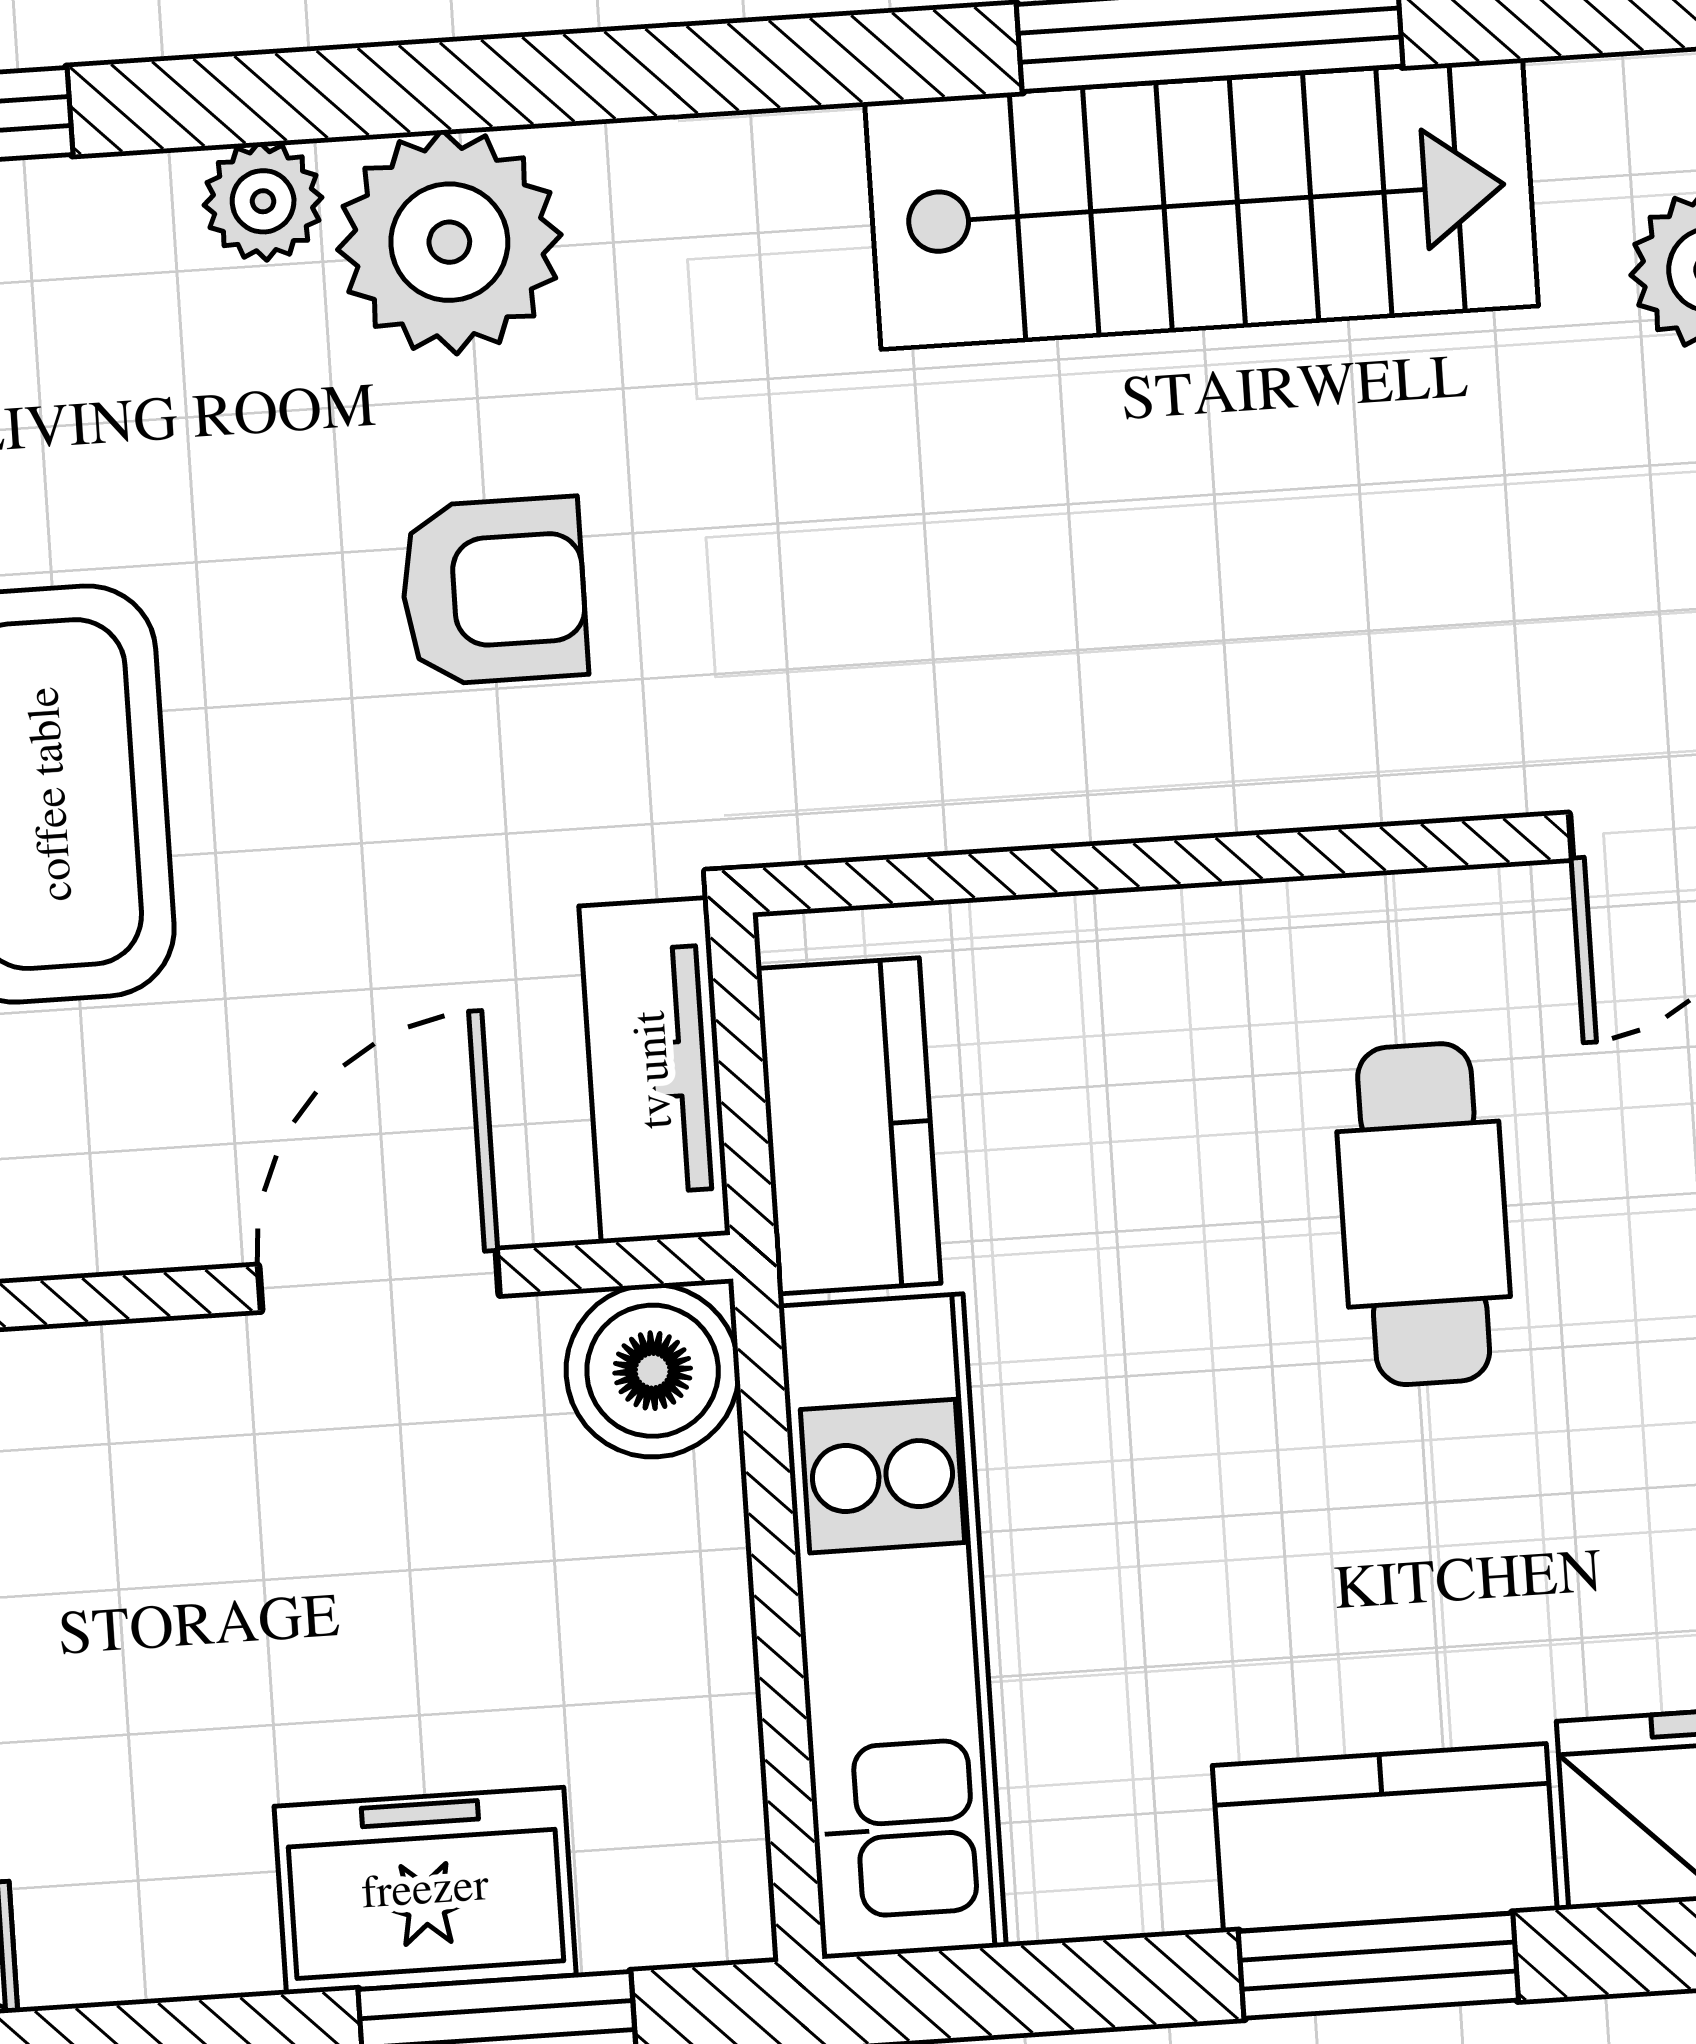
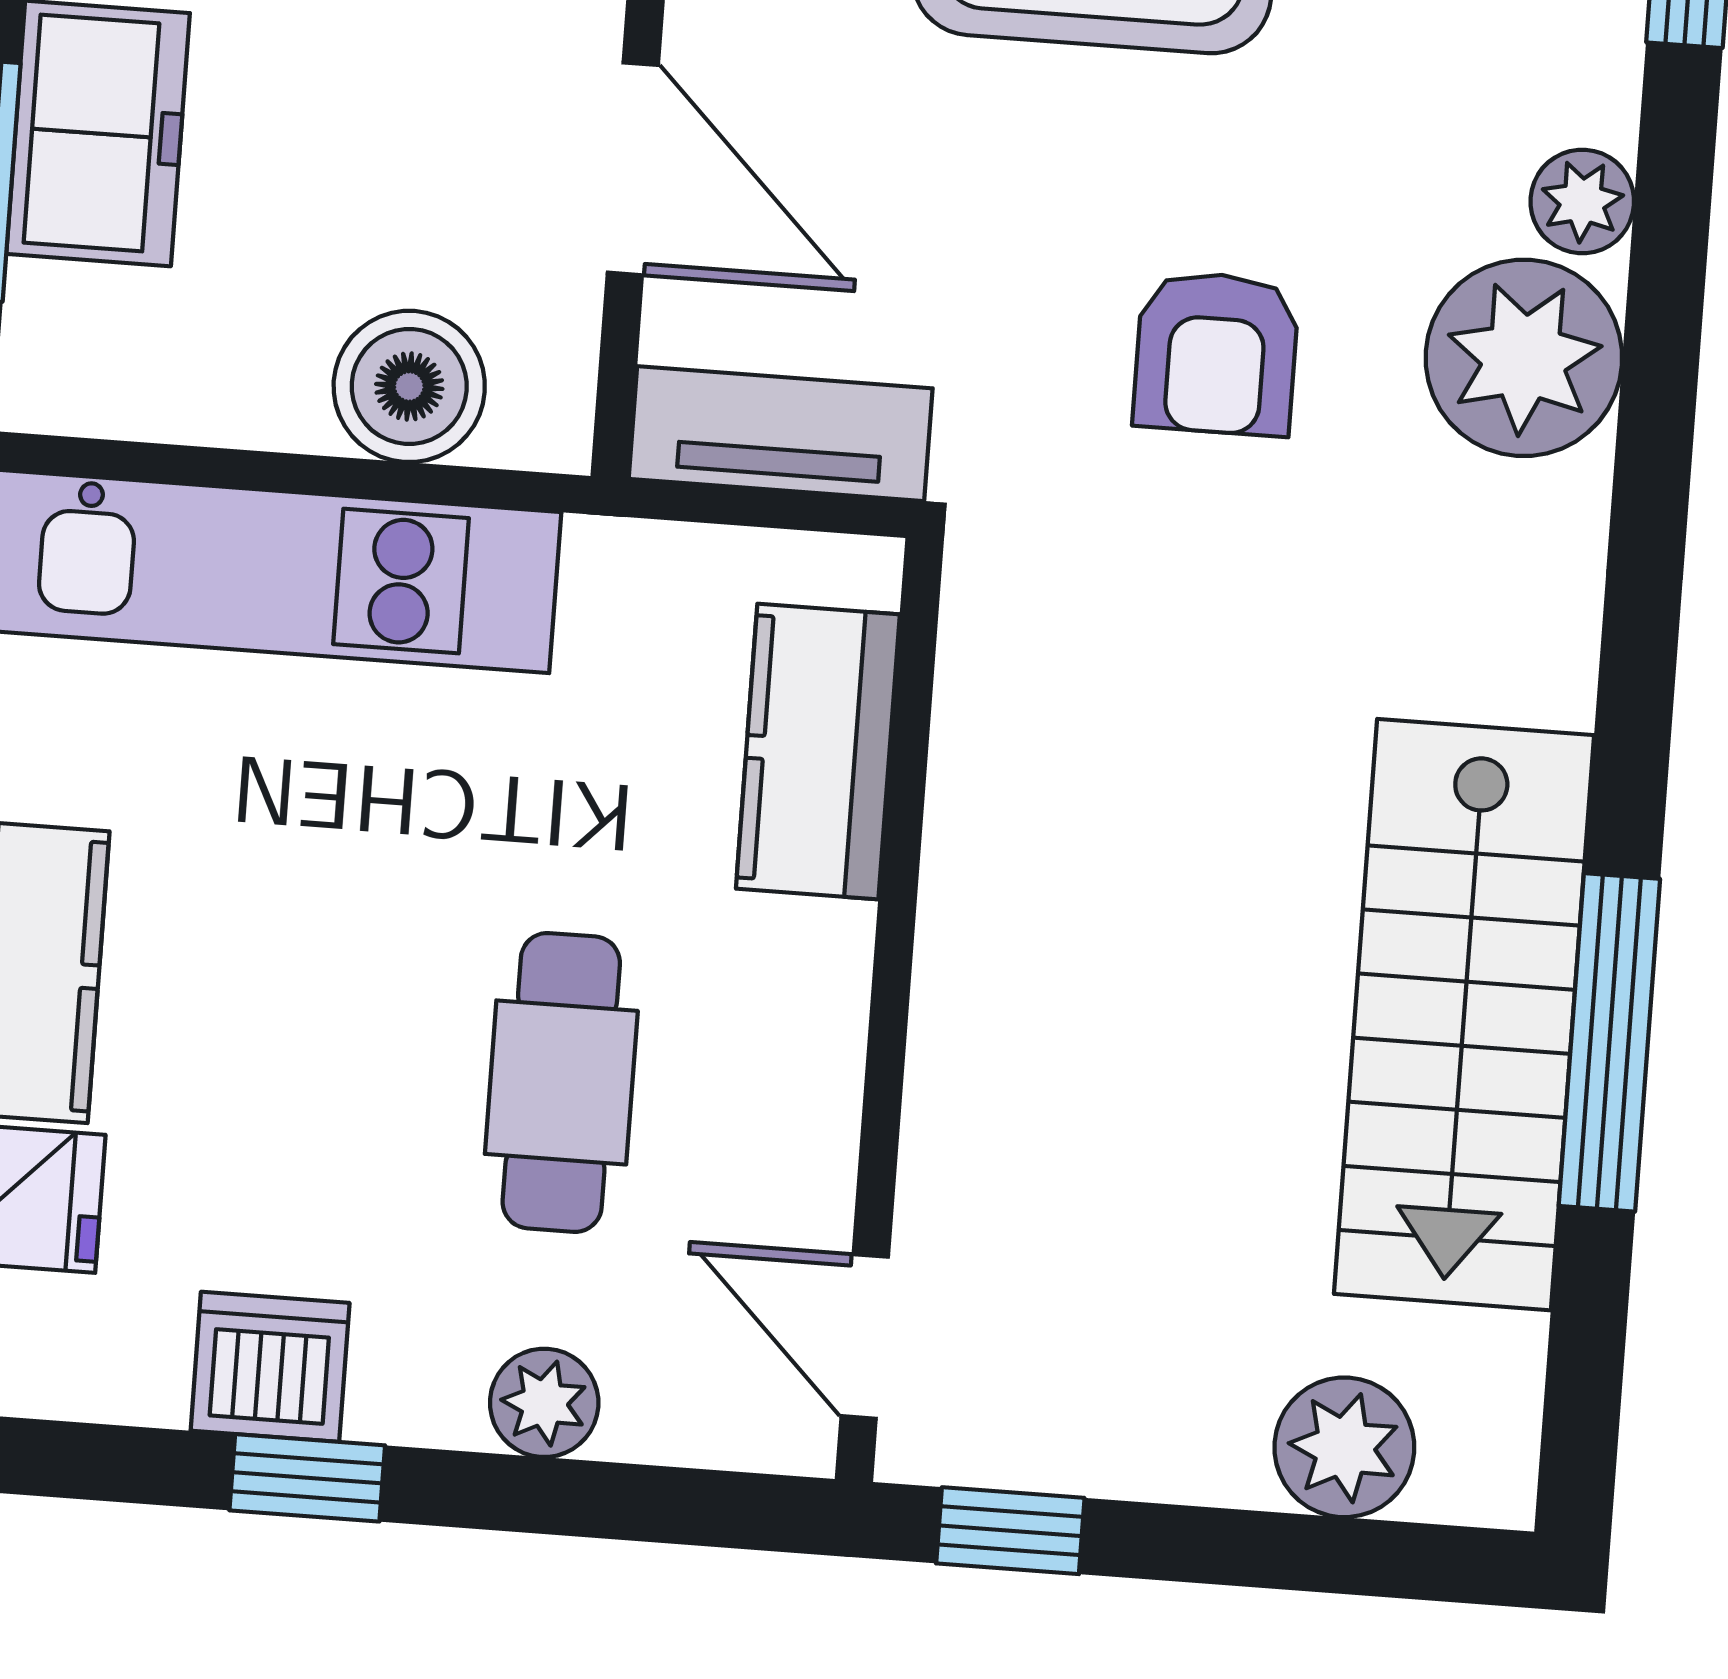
kitchen counter: (849, 1126) -> (818, 752), moved, turned 90
cafe table: (1424, 1214) -> (561, 1082), turned 90
boiler: (653, 1371) -> (409, 386), moved

